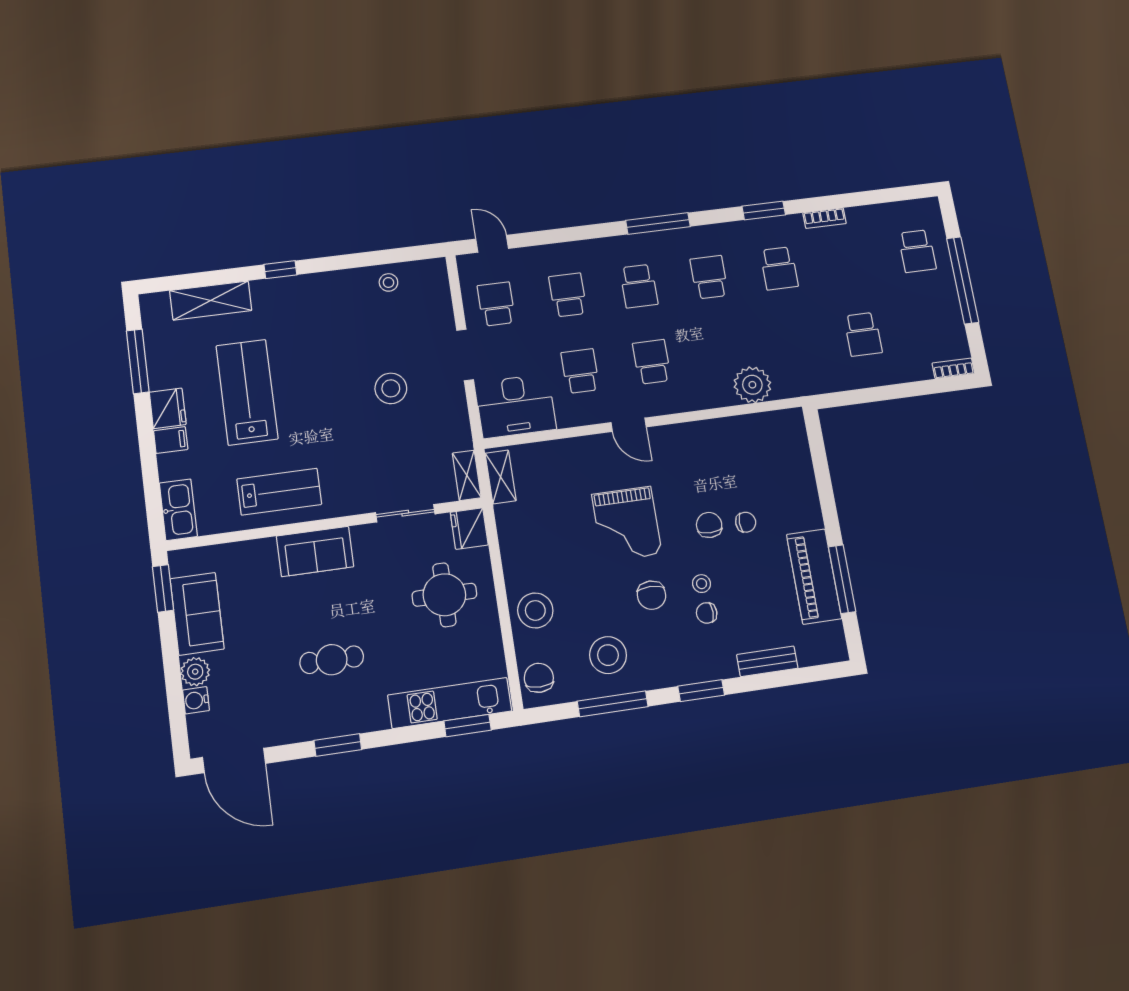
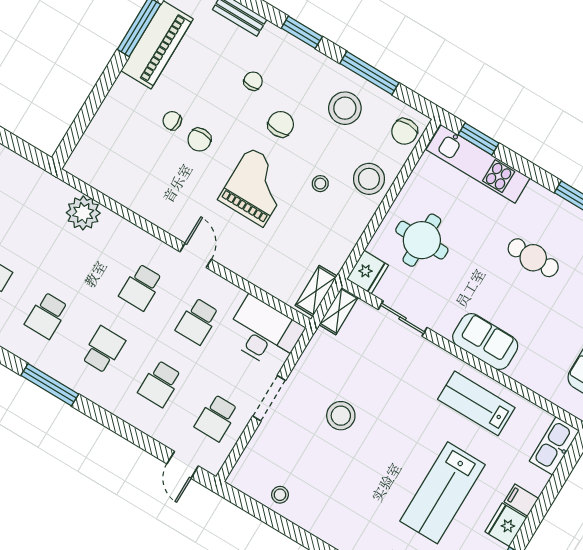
stool: (702, 584) -> (320, 184), moved
chair: (707, 613) -> (253, 81), turned -90

